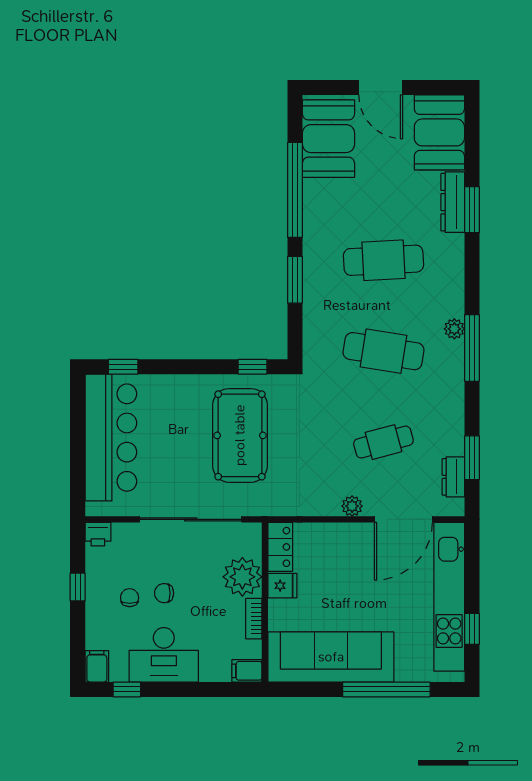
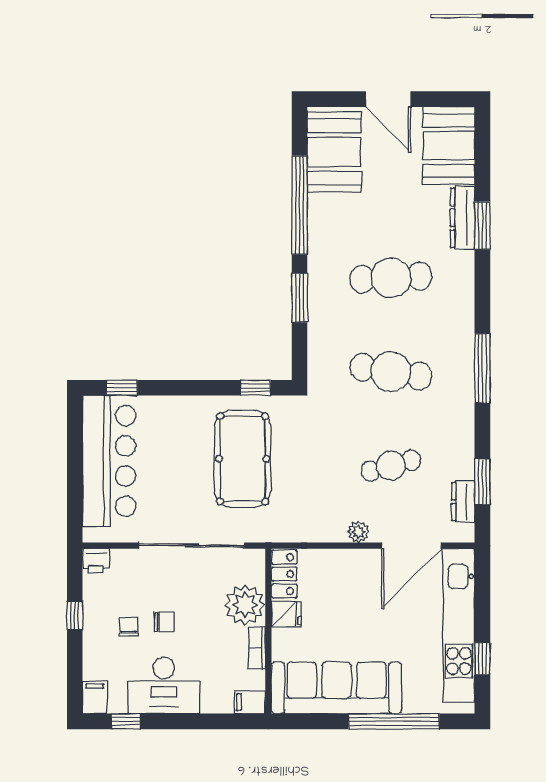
plant: (454, 329) -> (464, 349), removed
chair: (164, 593) -> (164, 622), turned 180

